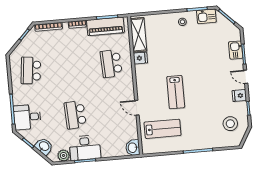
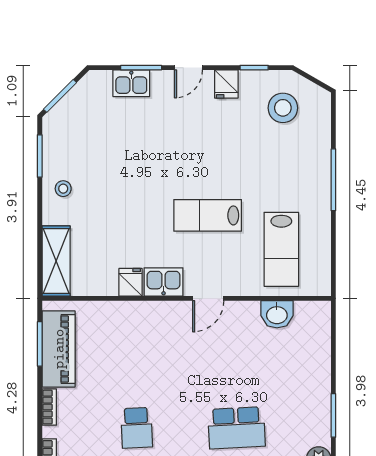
kitchen sink: (206, 16) -> (164, 282), moved, turned -90
shelving: (138, 35) -> (56, 261), moved, turned 90
school desk: (111, 63) -> (137, 428), moved, width x0.54
lab bench: (176, 92) -> (208, 215), turned 180
door: (137, 108) -> (208, 298), moved
lab bench: (163, 129) -> (281, 249), turned 180
desk: (85, 148) -> (306, 414), removed
washbasin: (133, 148) -> (277, 314), moved

